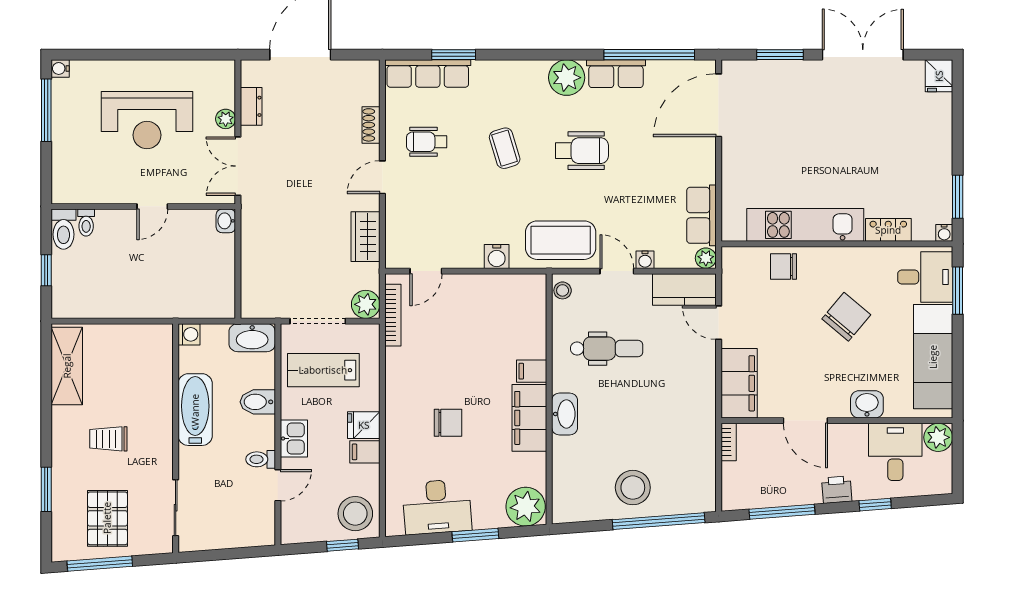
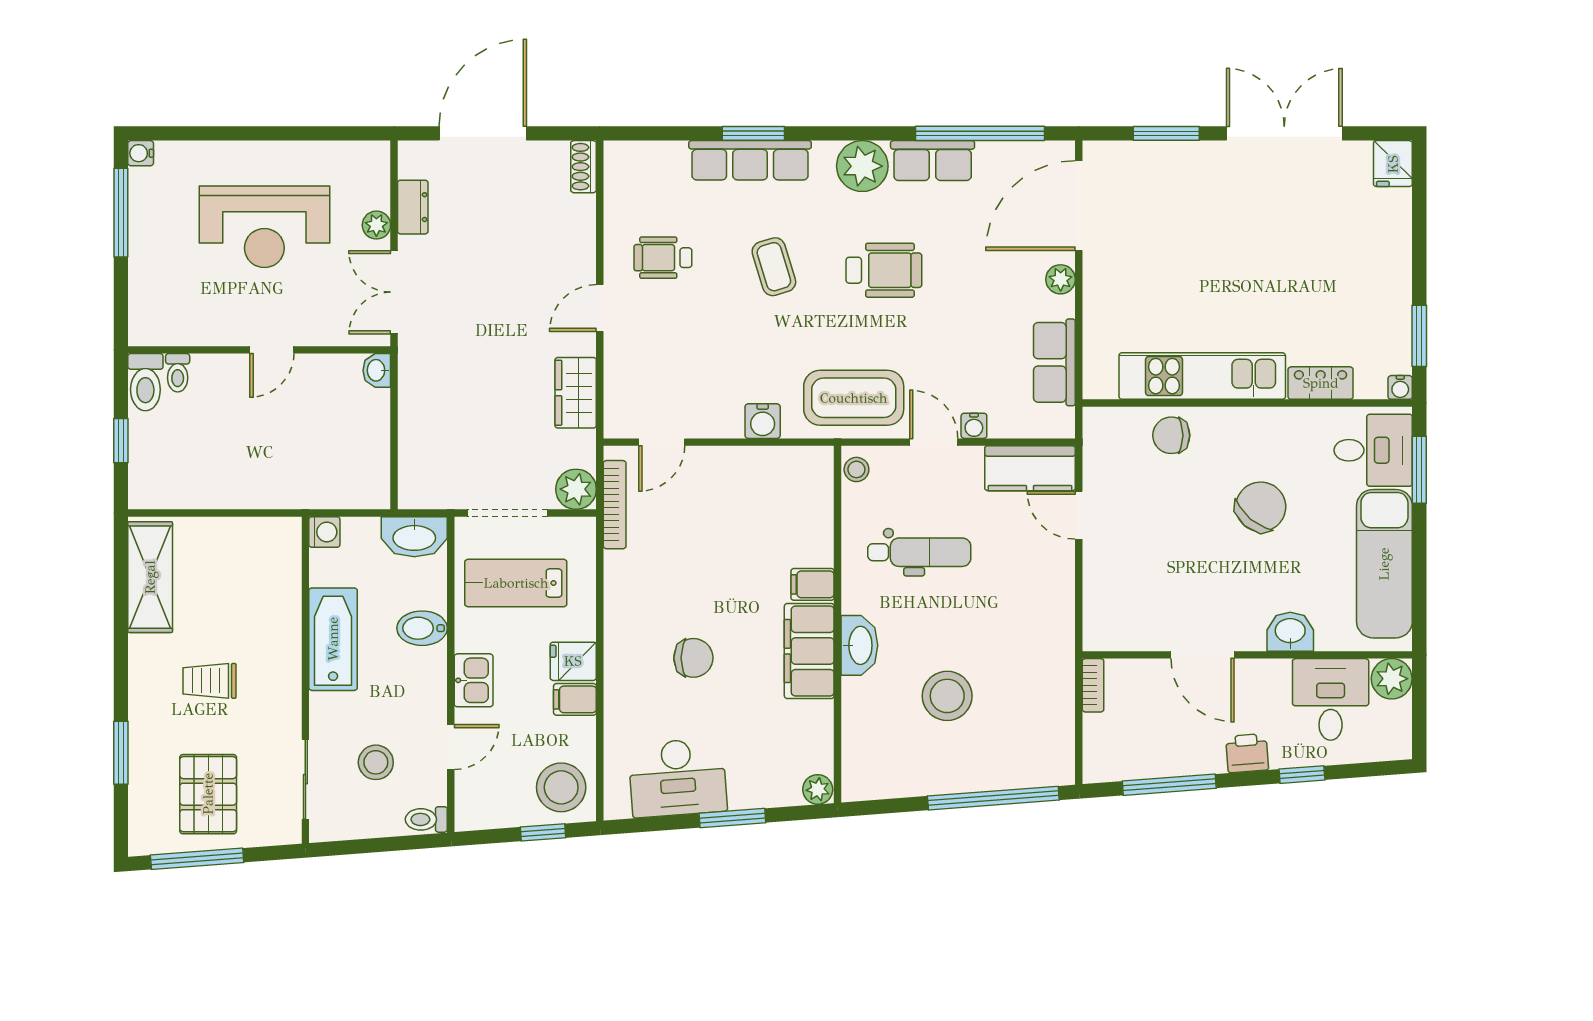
window: (454, 55) -> (753, 133), moved
row of seats: (428, 73) -> (750, 160), moved
shoe rack: (371, 125) -> (584, 167), moved
plant: (706, 258) -> (1061, 279), moved
filing cabinet: (739, 383) -> (1108, 602), removed
toilet: (261, 459) -> (426, 819), moved
stool: (633, 488) -> (947, 696), moved
stool: (225, 496) -> (376, 762), added
plant: (526, 507) -> (818, 789), width x0.53, depth x0.53

